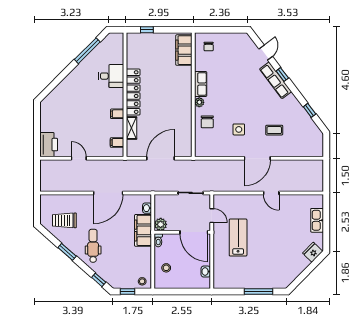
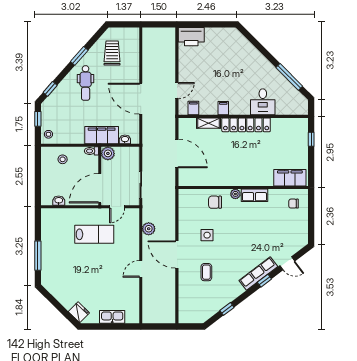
door: (79, 158) -> (177, 91), moved
plant: (233, 185) -> (149, 229), added
dental chair: (93, 246) -> (86, 83), turned 90

